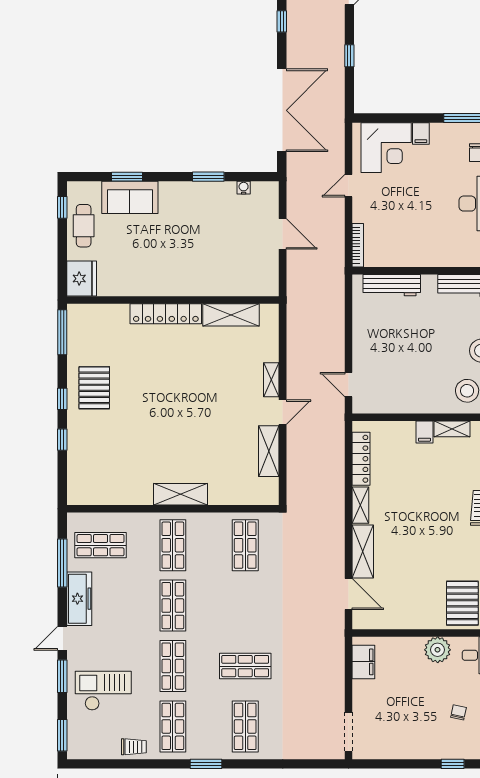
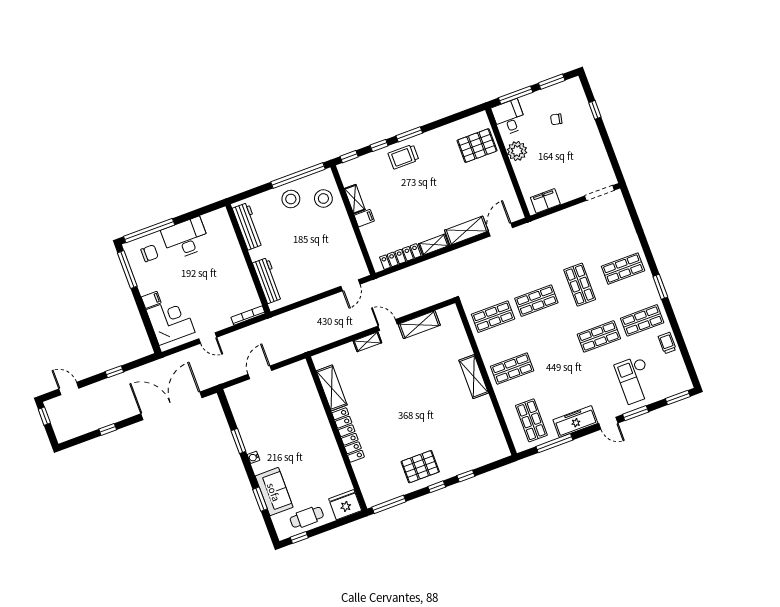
water cooler: (244, 188) -> (254, 457), moved
shop shelf: (173, 606) -> (536, 301), moved

